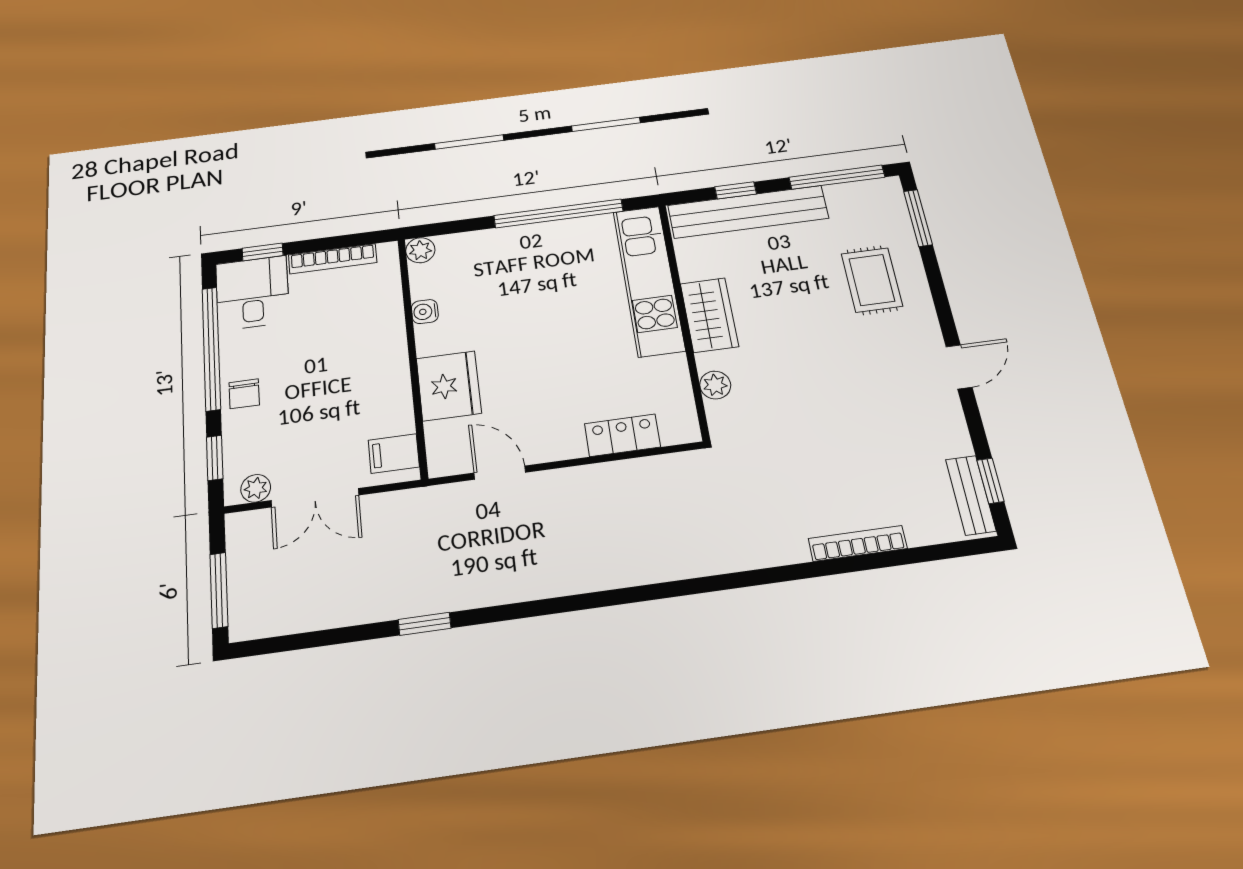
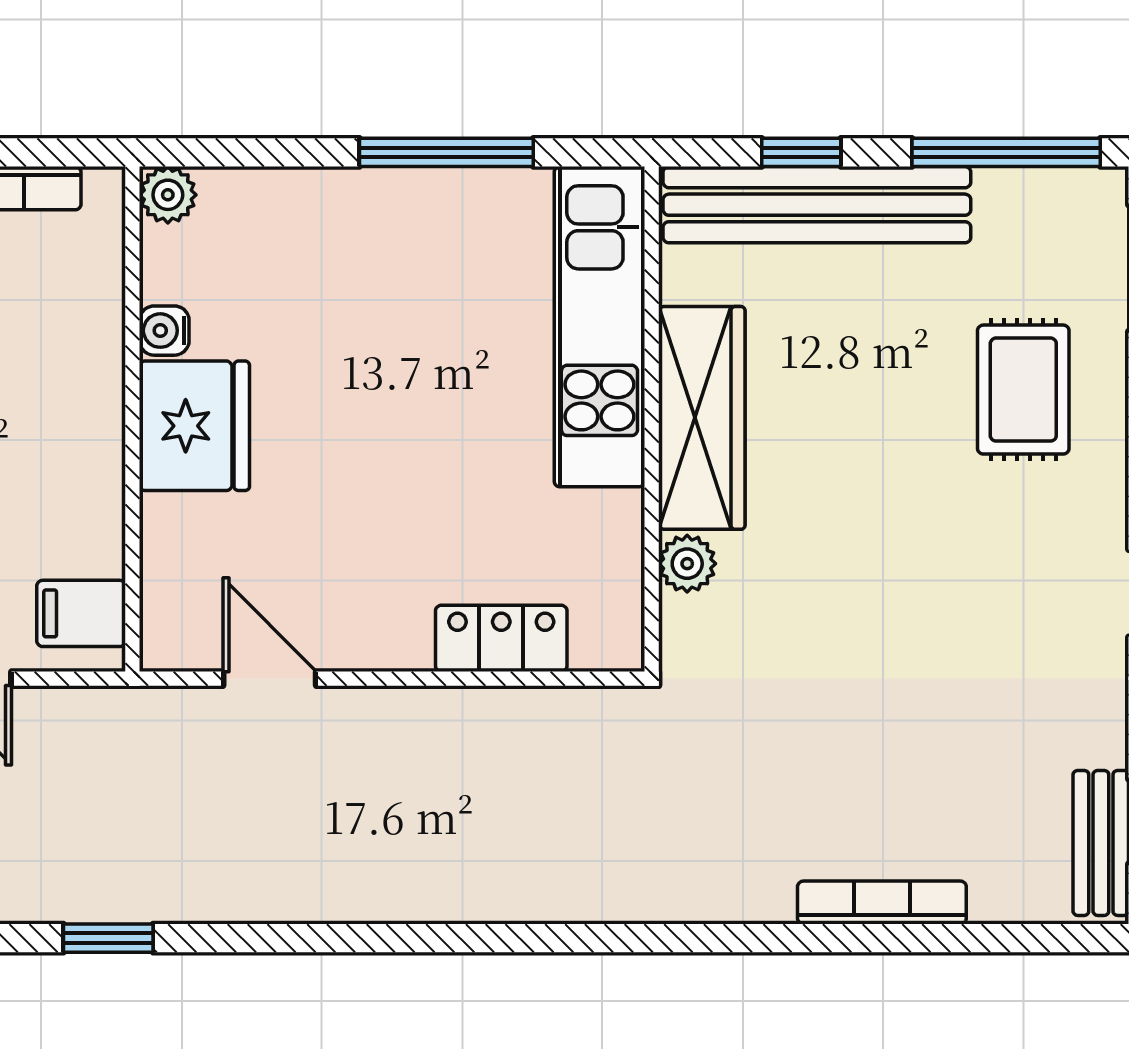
window: (558, 213) -> (446, 152), width x0.68
wardrobe: (709, 315) -> (702, 418), width x1.50
fridge: (449, 386) -> (194, 426), moved

